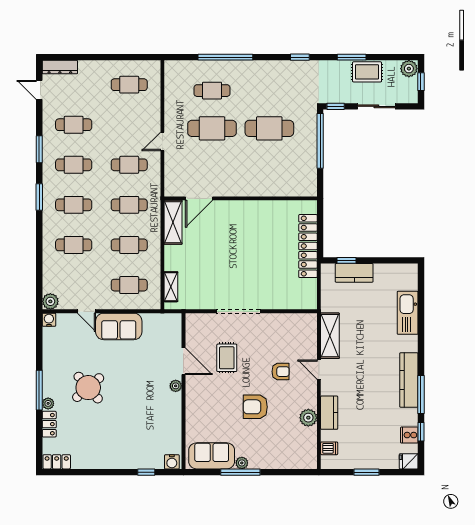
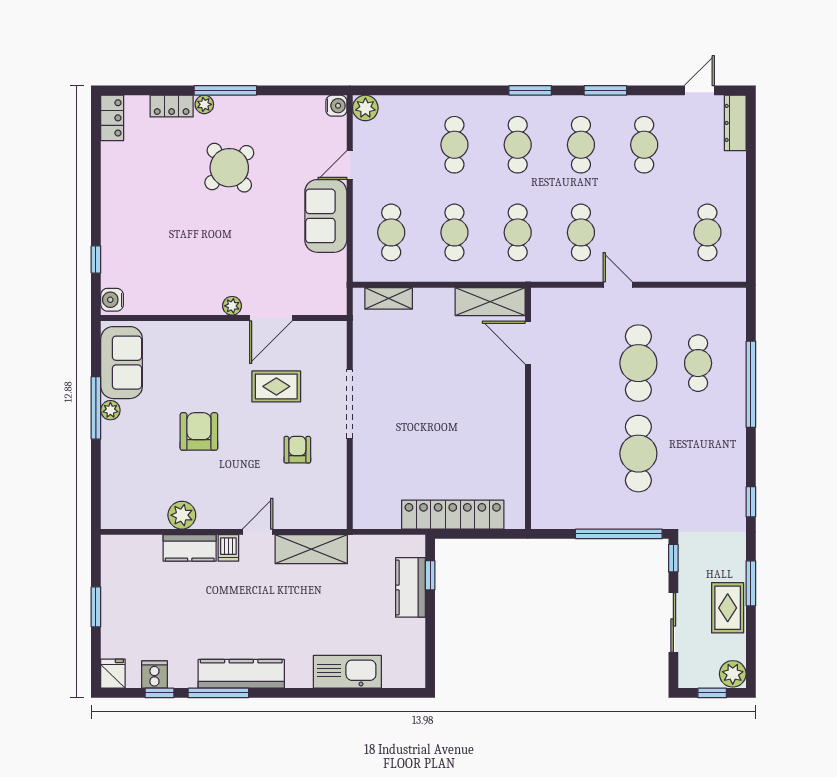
armchair: (281, 372) -> (297, 450), moved, turned 180
dishwasher: (329, 448) -> (228, 548), moved

